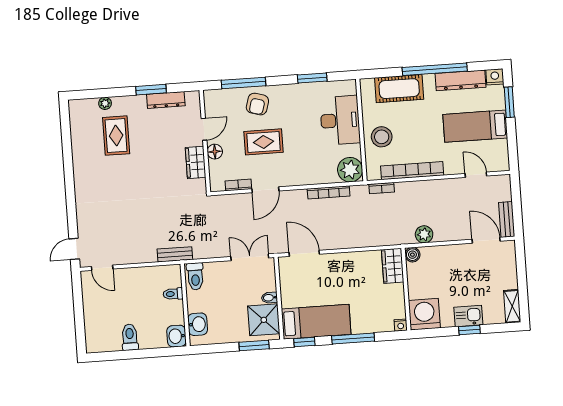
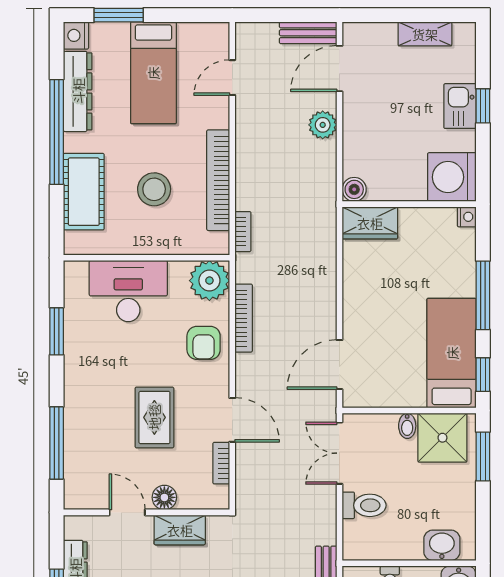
armchair: (257, 104) -> (204, 343), moved, turned 74
stool: (382, 137) -> (154, 189), moved
plant: (424, 234) -> (323, 125), moved
toilet: (195, 276) -> (364, 505), moved
shelving: (512, 306) -> (425, 34), moved

